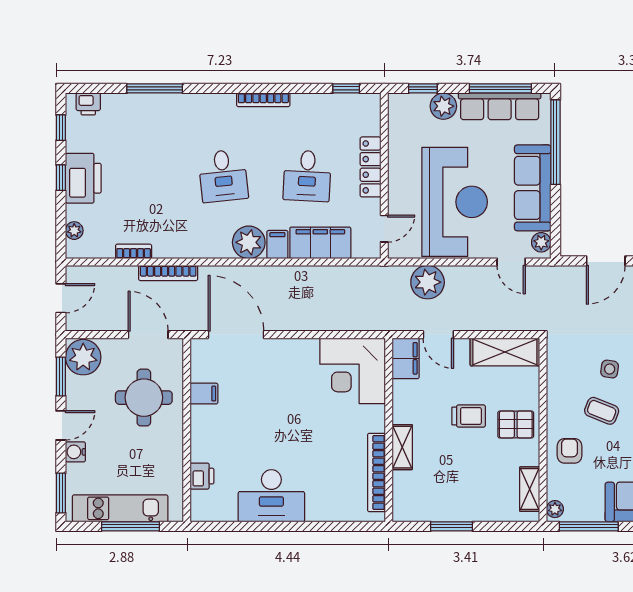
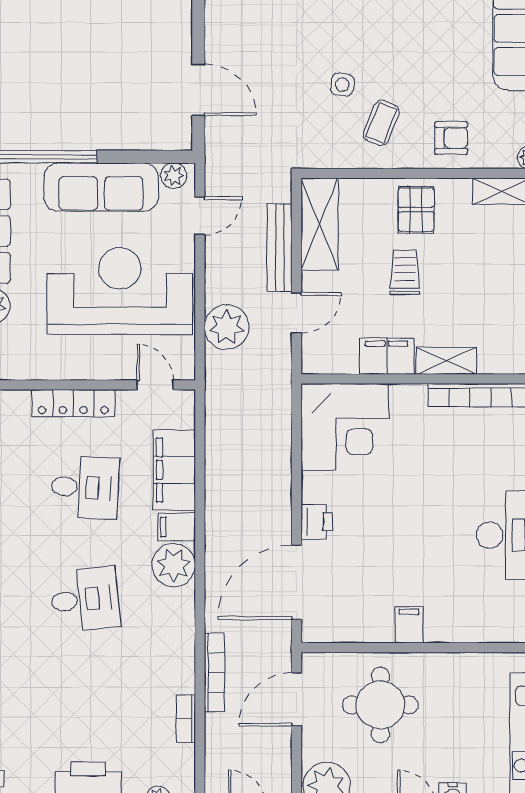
bench: (487, 322) -> (280, 247), added
filing cabinet: (406, 358) -> (387, 356), moved
filing cabinet: (204, 394) -> (409, 625), moved
coffee table: (602, 411) -> (381, 123), moved
armchair: (570, 451) -> (451, 138), turned 180
printer: (202, 476) -> (317, 522), moved, turned 90

